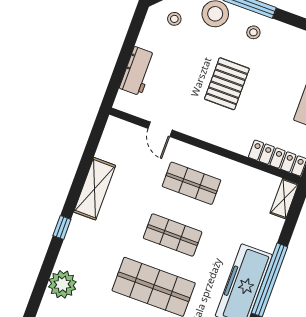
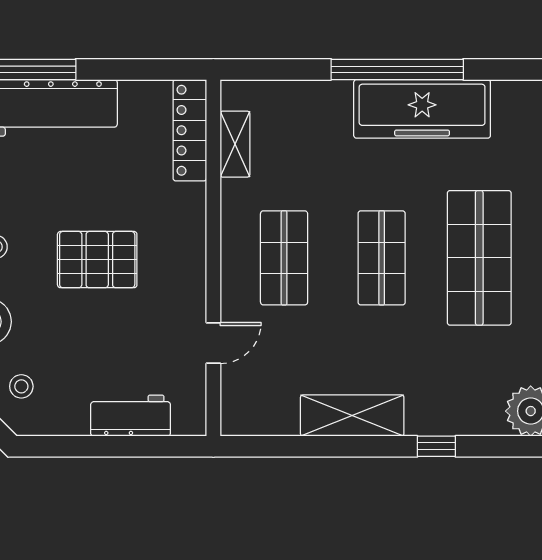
shelving: (284, 199) -> (235, 144), moved, turned 90

